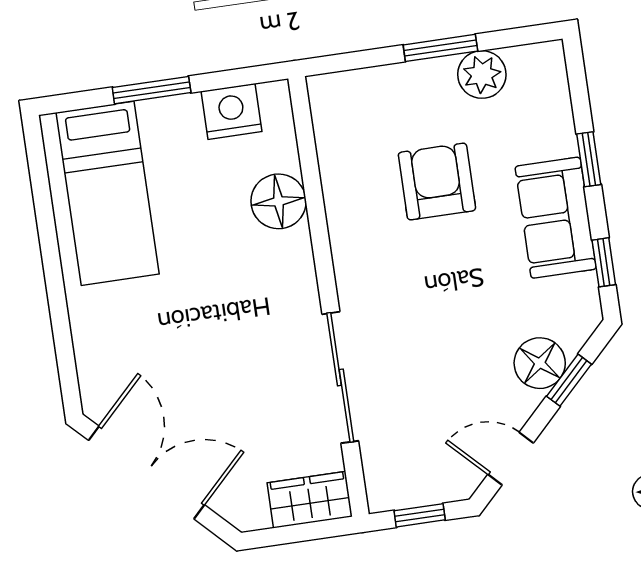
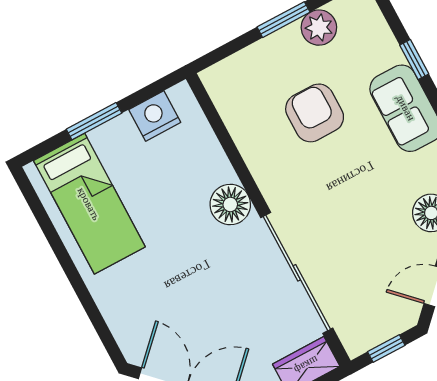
floor lamp: (278, 201) -> (230, 204), moved
sliding door: (340, 377) -> (297, 273), width x1.36

